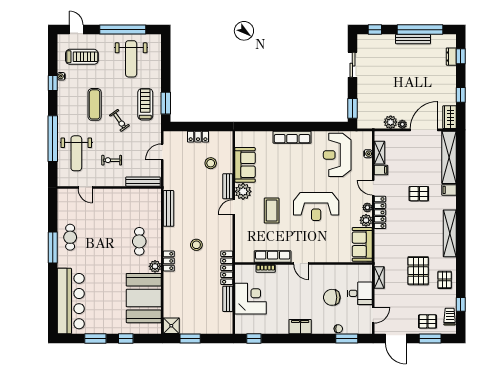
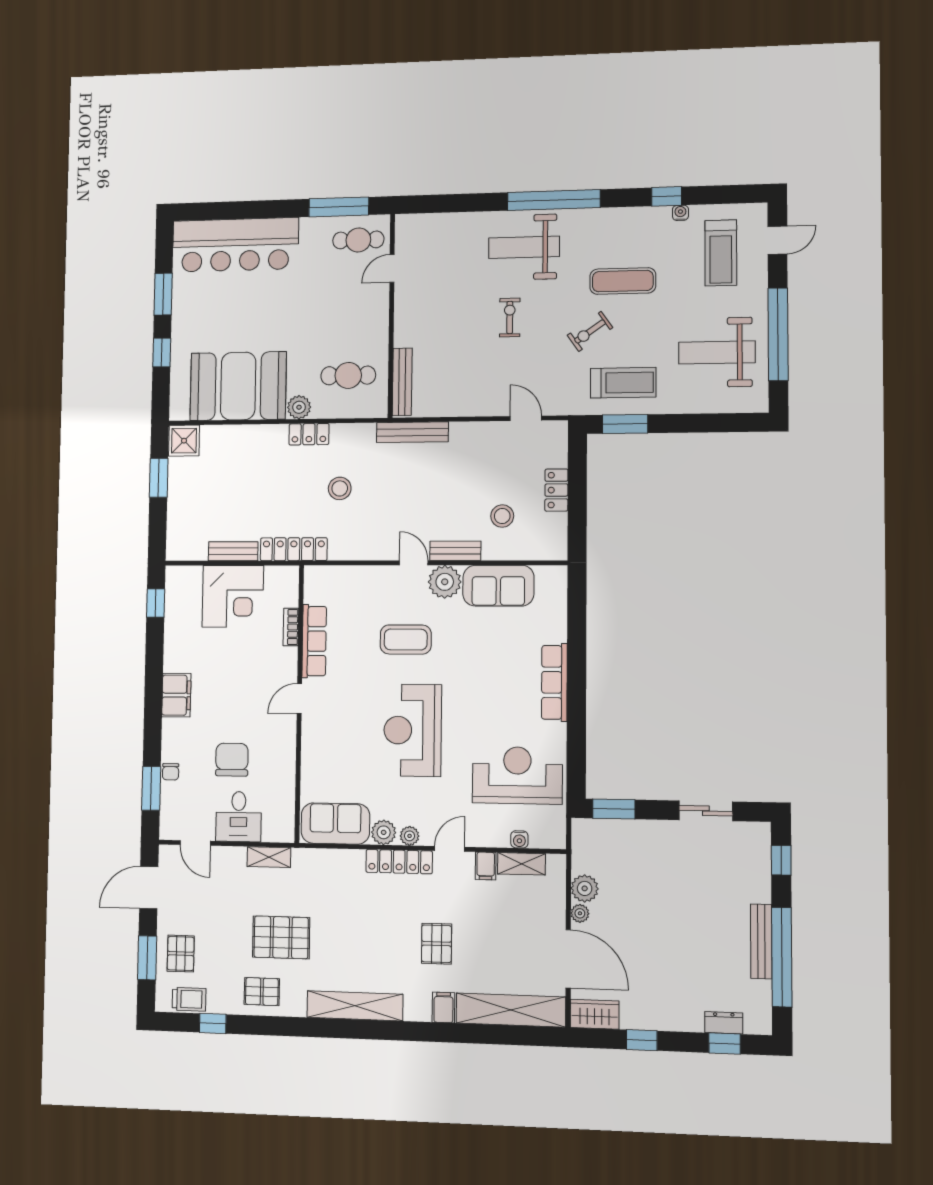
bench: (143, 182) -> (402, 382), moved
door: (85, 188) -> (392, 268), moved
wall: (109, 188) -> (391, 316), moved

